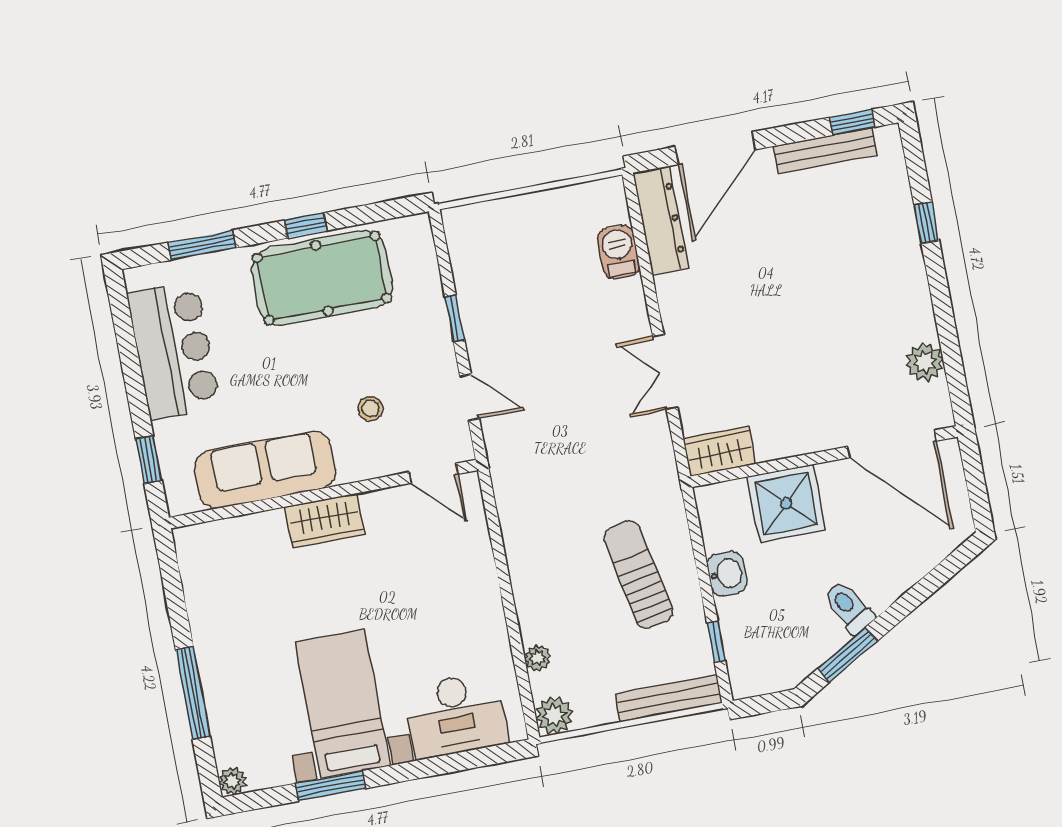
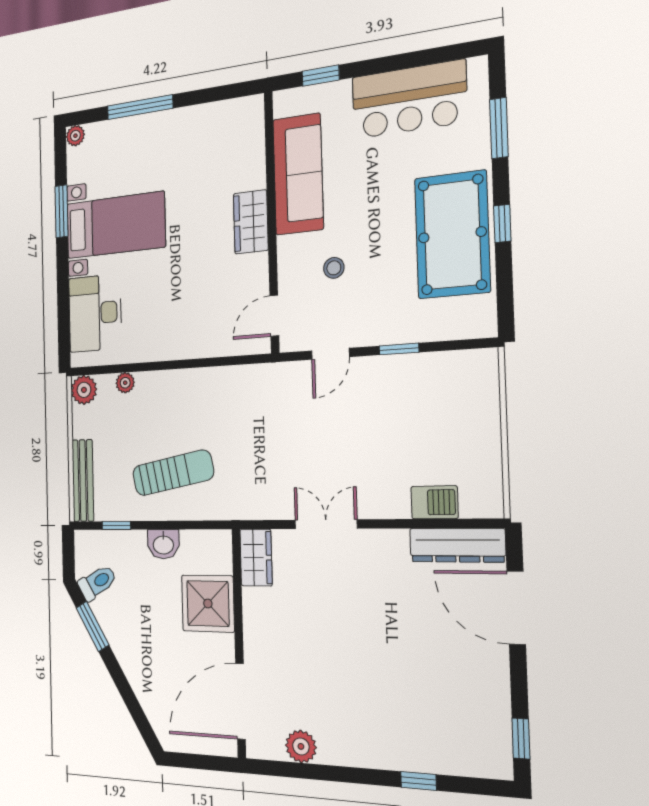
bench: (825, 151) -> (498, 707), removed
toilet: (849, 608) -> (97, 583), moved

